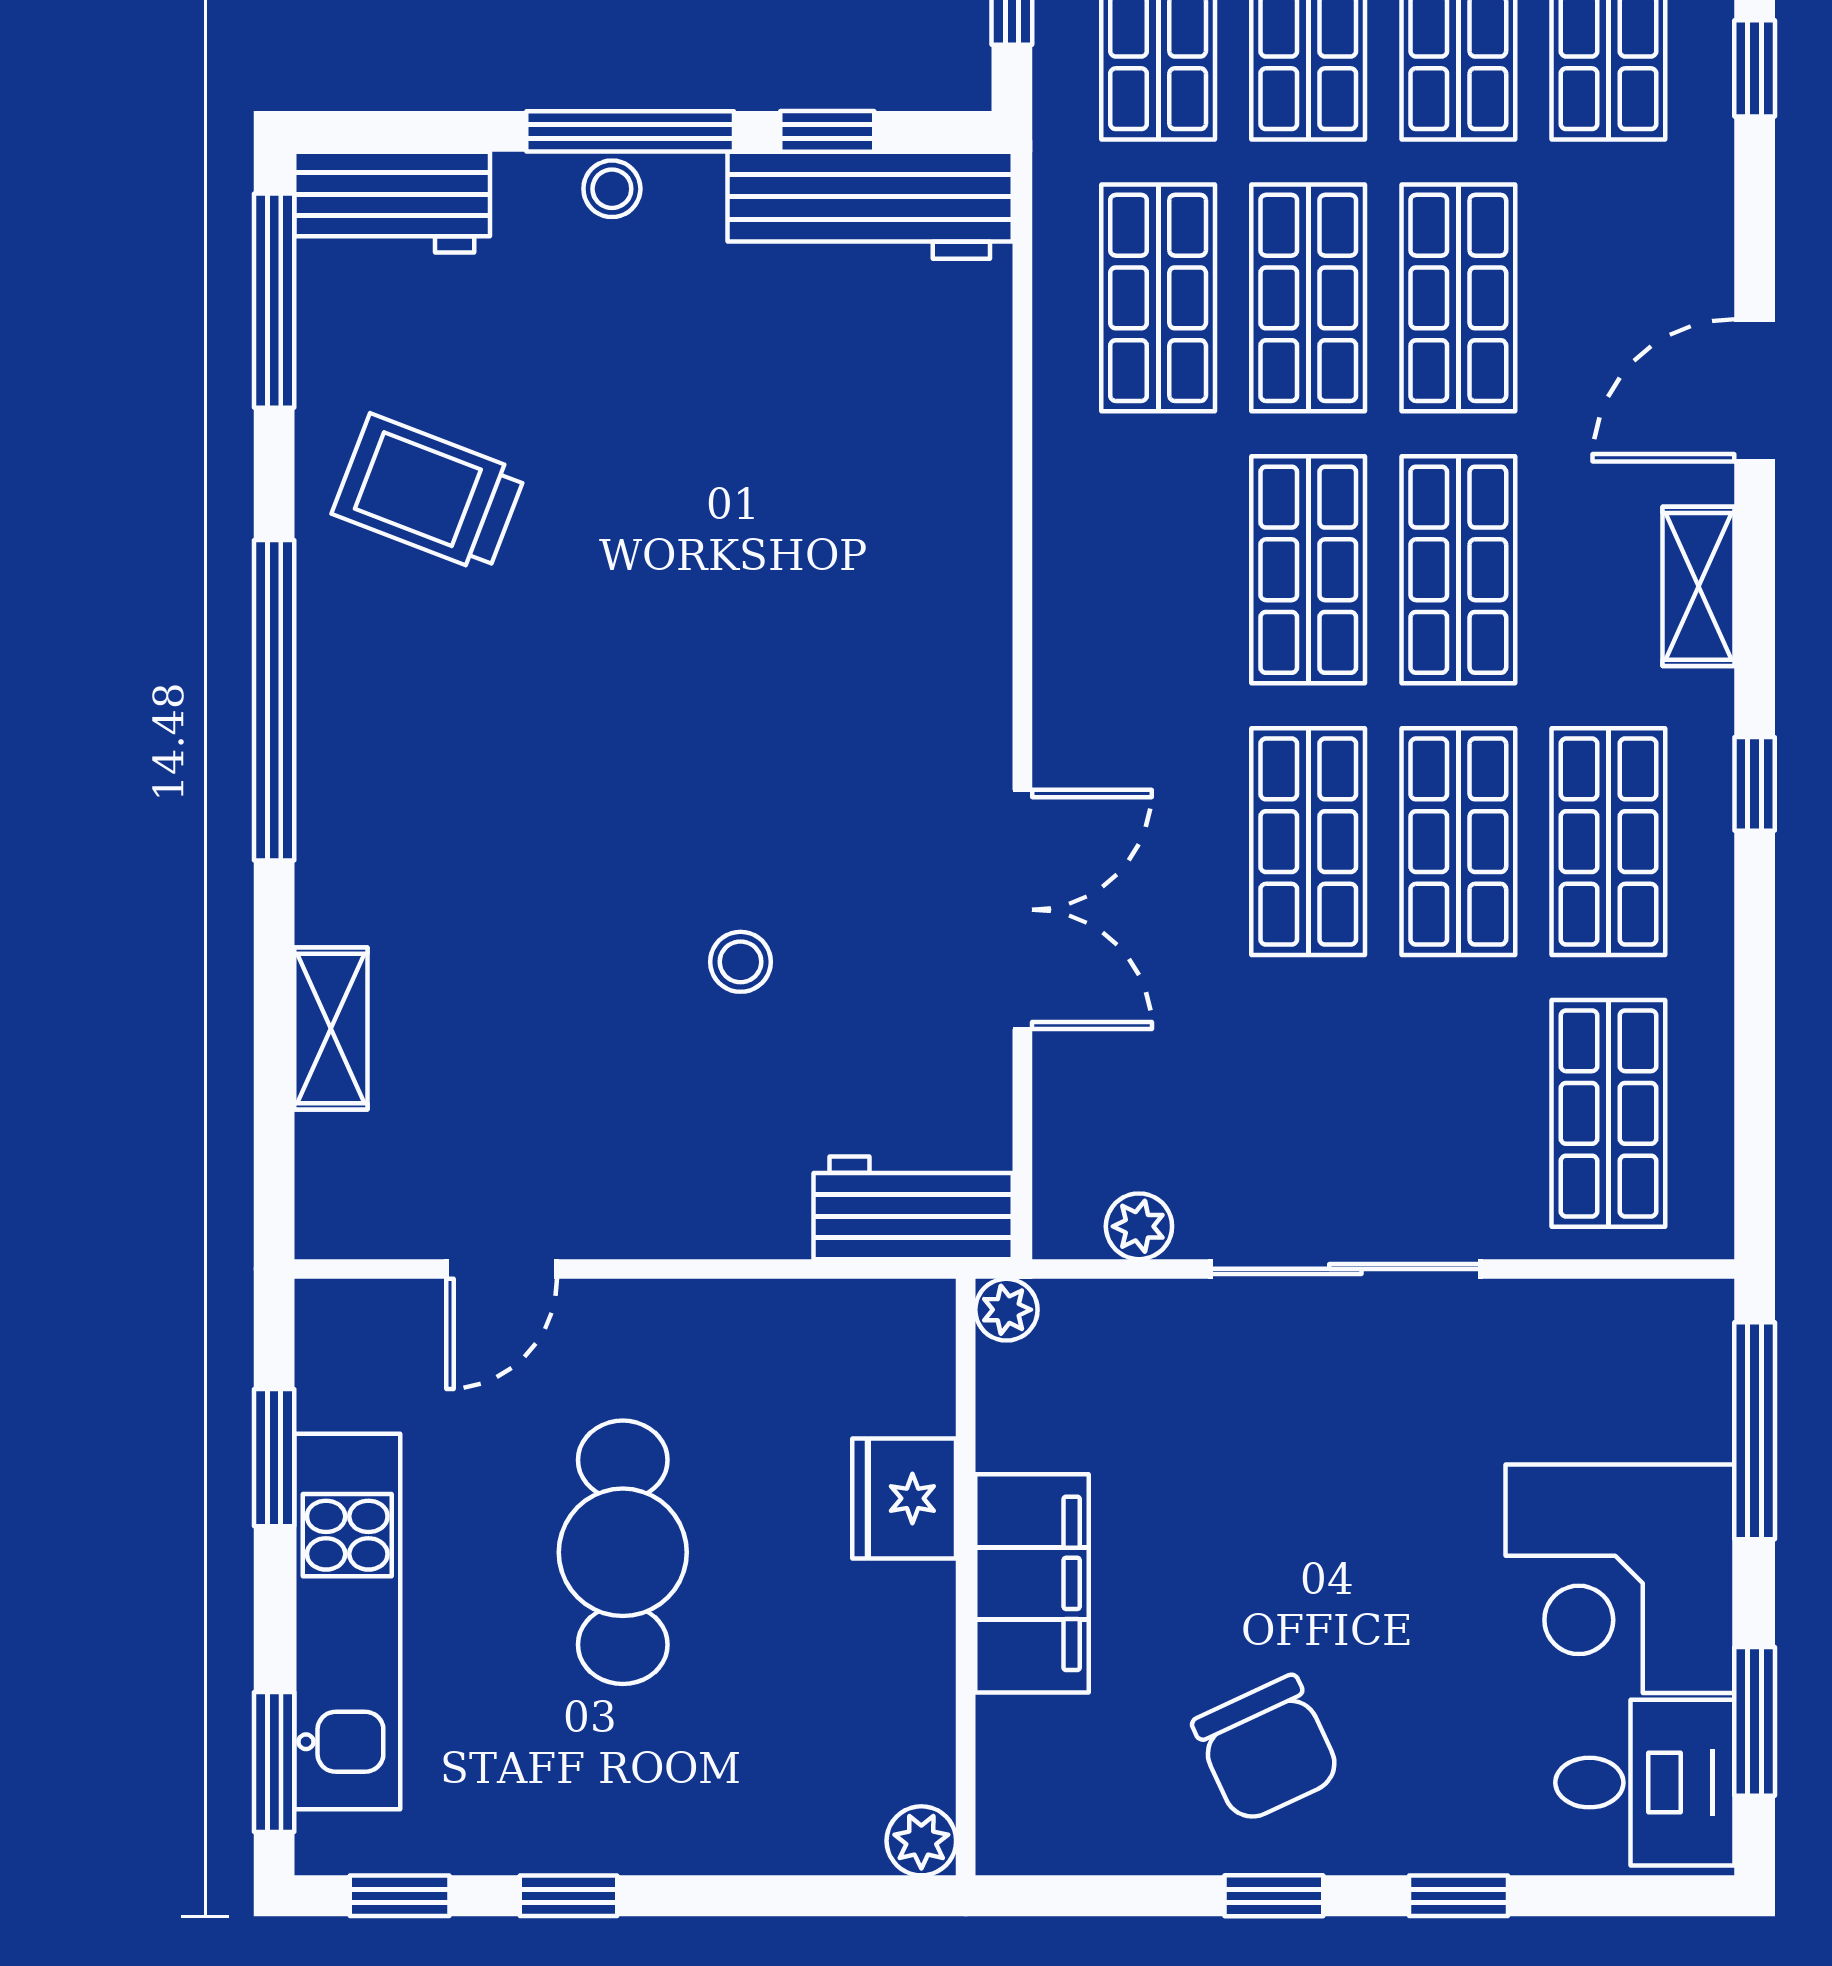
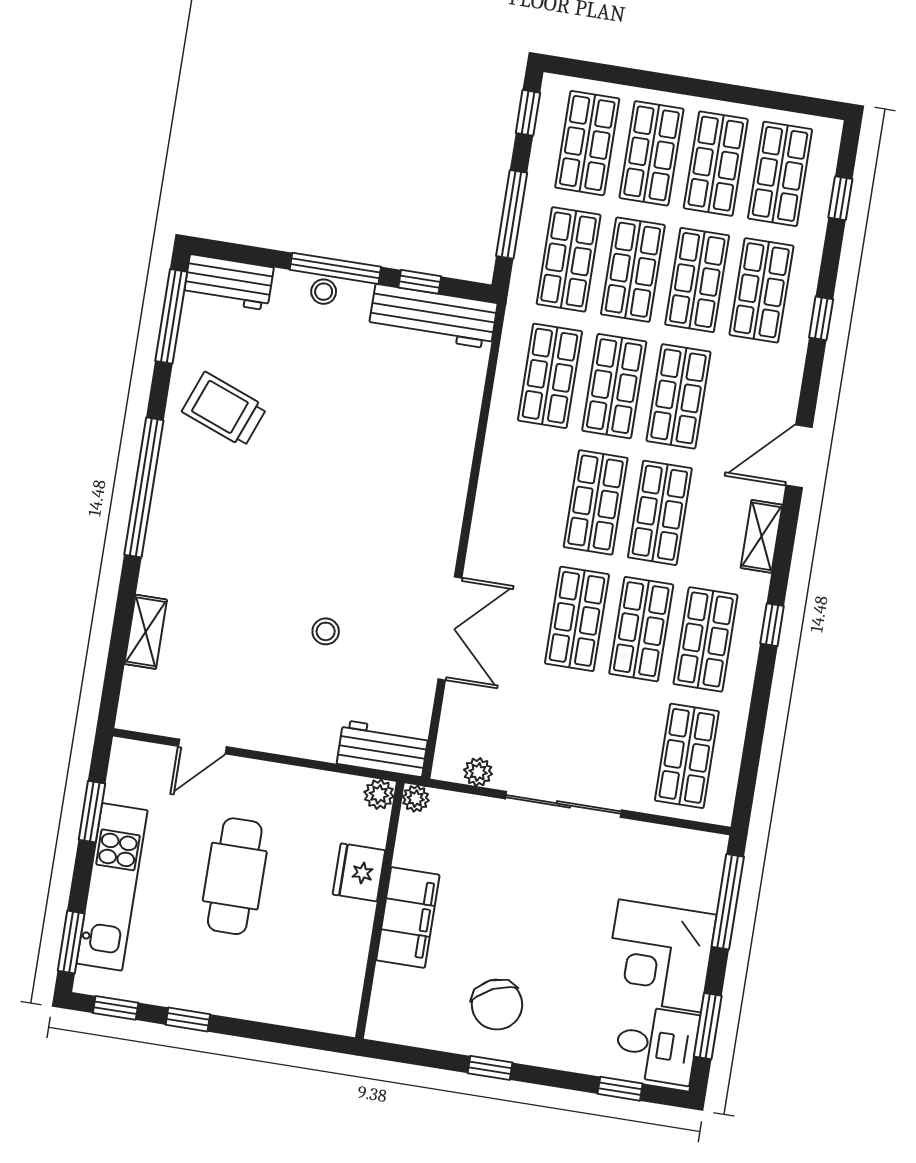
plant: (921, 1841) -> (379, 794), moved
window: (1458, 1896) -> (620, 1089), moved

